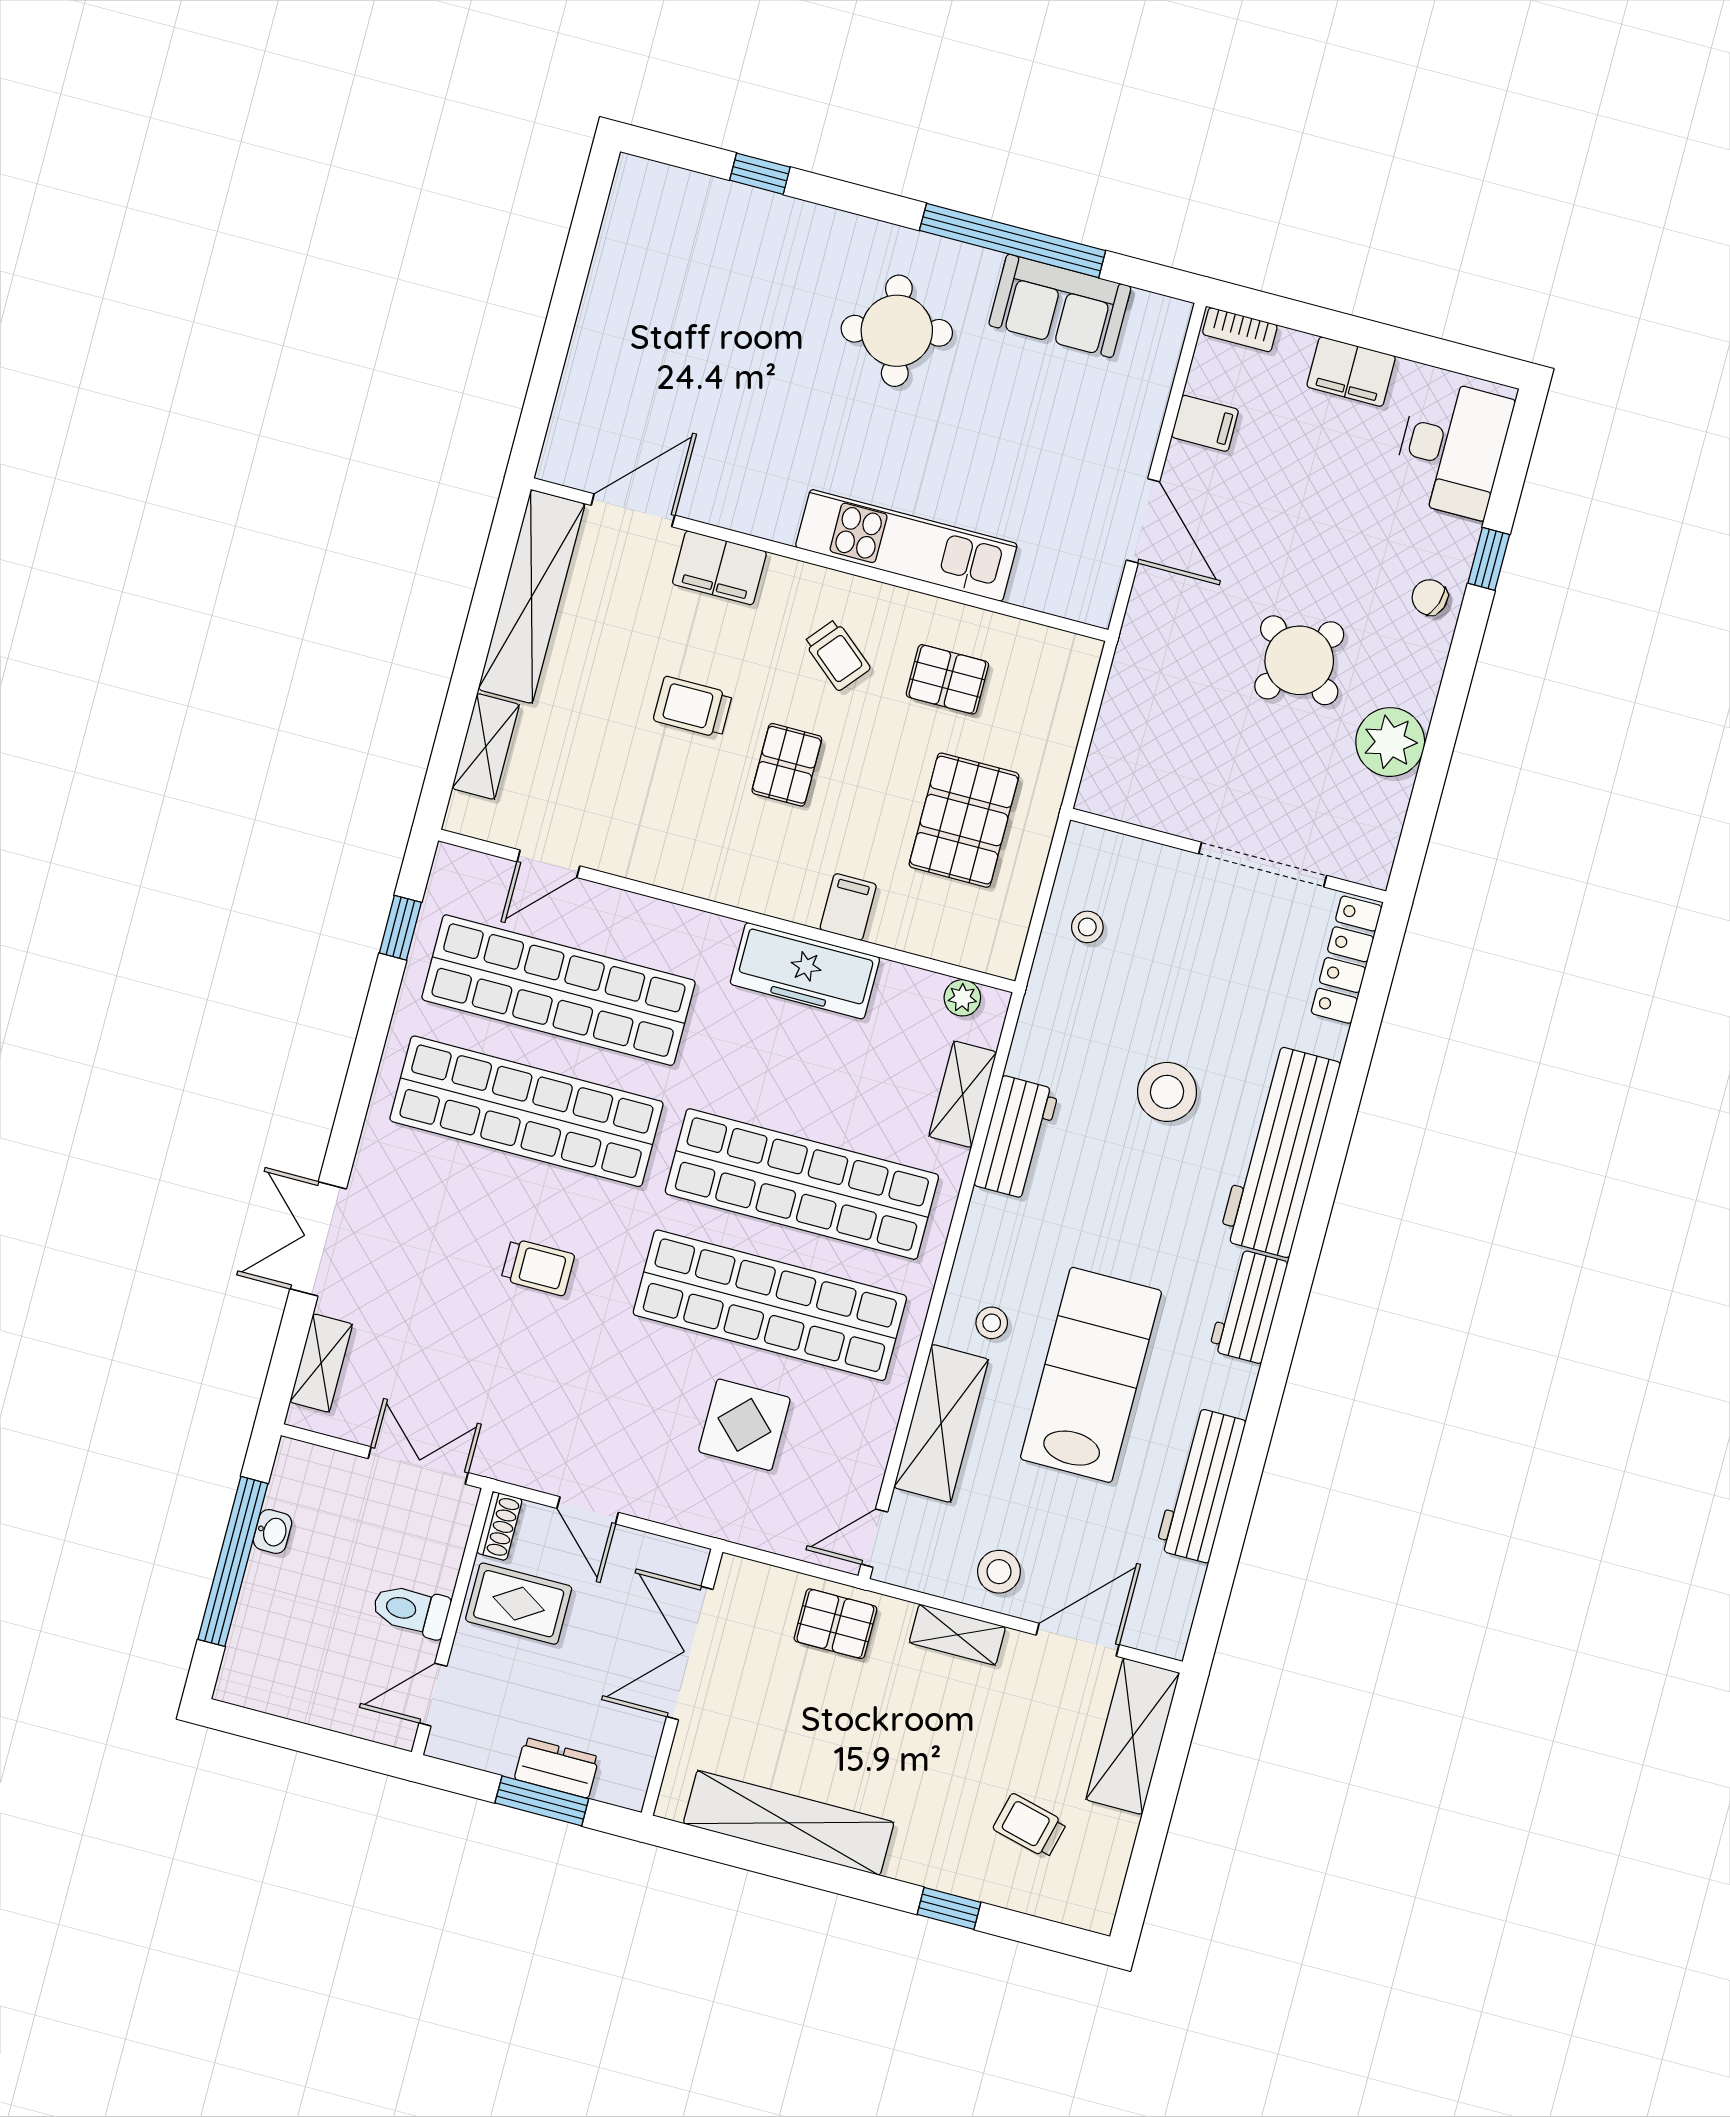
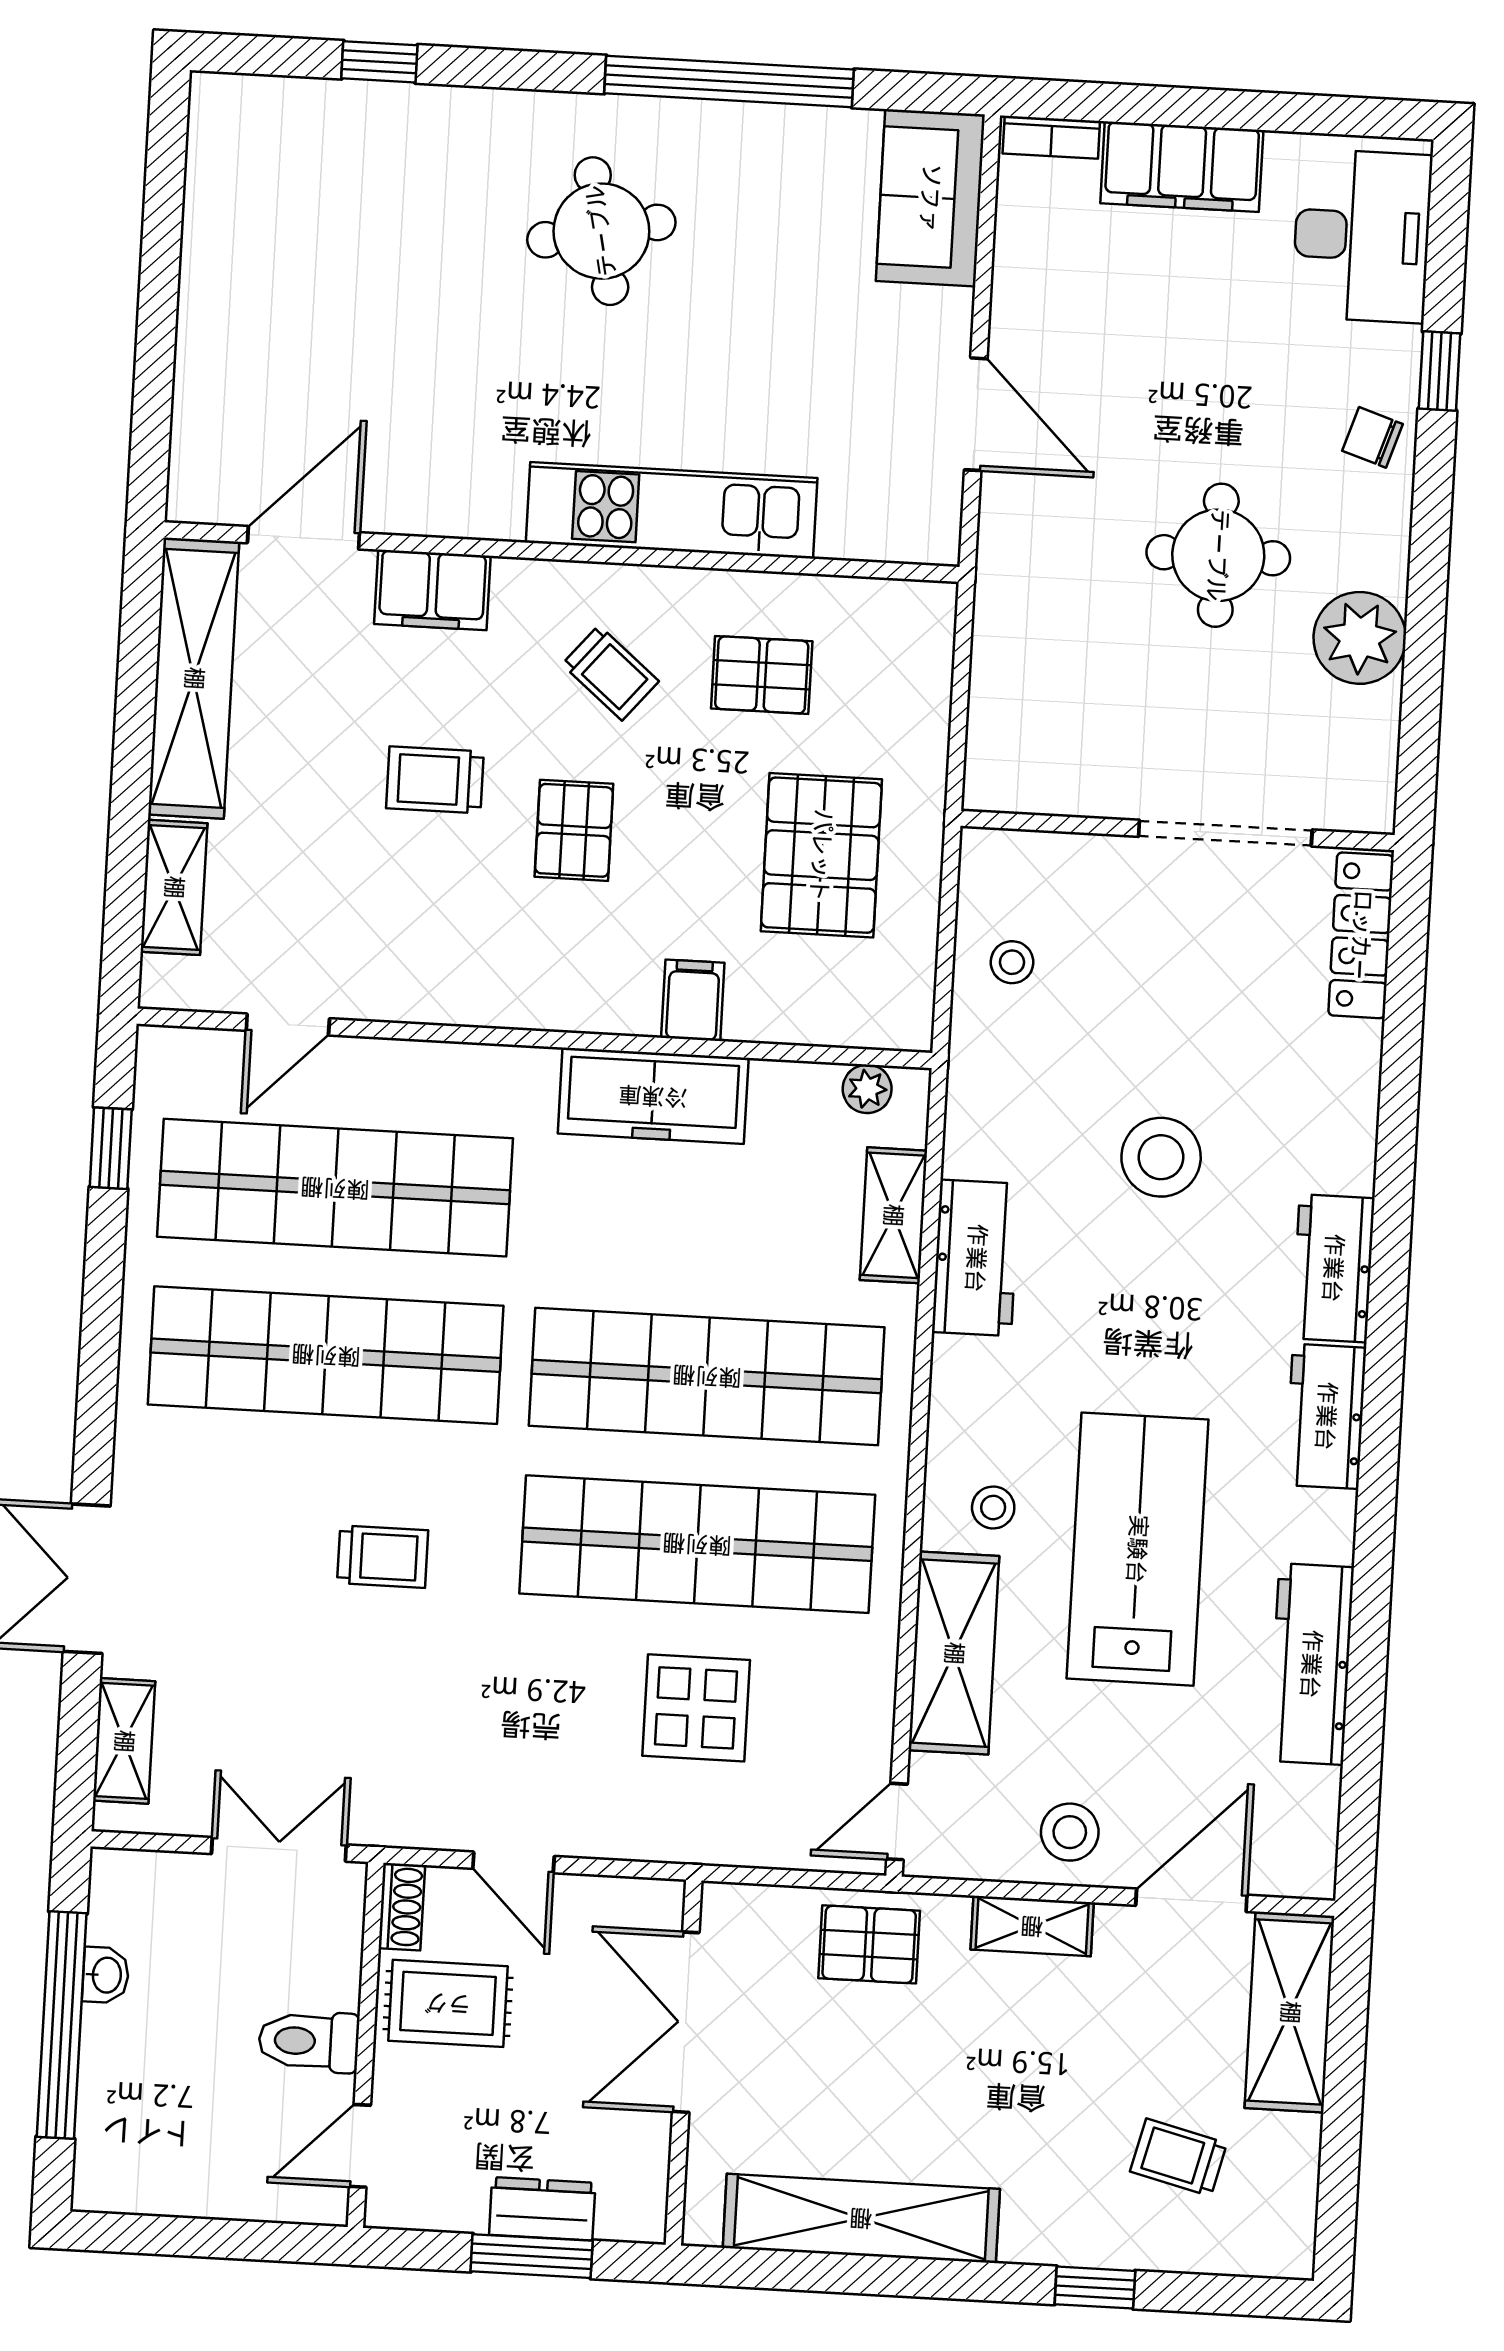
sofa: (1060, 306) -> (930, 198), moved, turned 90
filing cabinet: (1351, 372) -> (1182, 167), width x1.50, depth x1.17
filing cabinet: (1205, 423) -> (1031, 270), removed
round table: (1299, 660) -> (1218, 555), turned -36
workbench: (1280, 1151) -> (1333, 1268), width x0.53, depth x0.76

